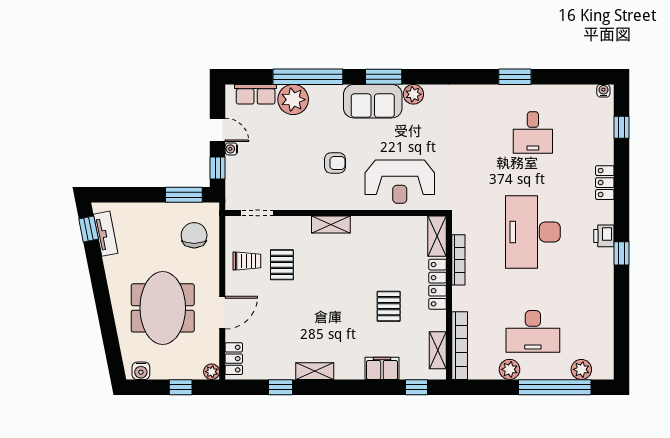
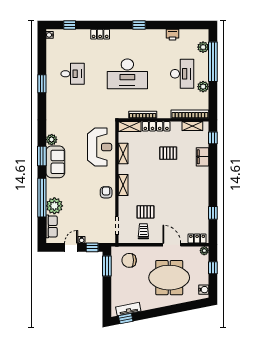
armchair: (335, 163) -> (106, 192), moved
printer: (604, 236) -> (173, 35), moved
shelving: (315, 371) -> (123, 153), moved

